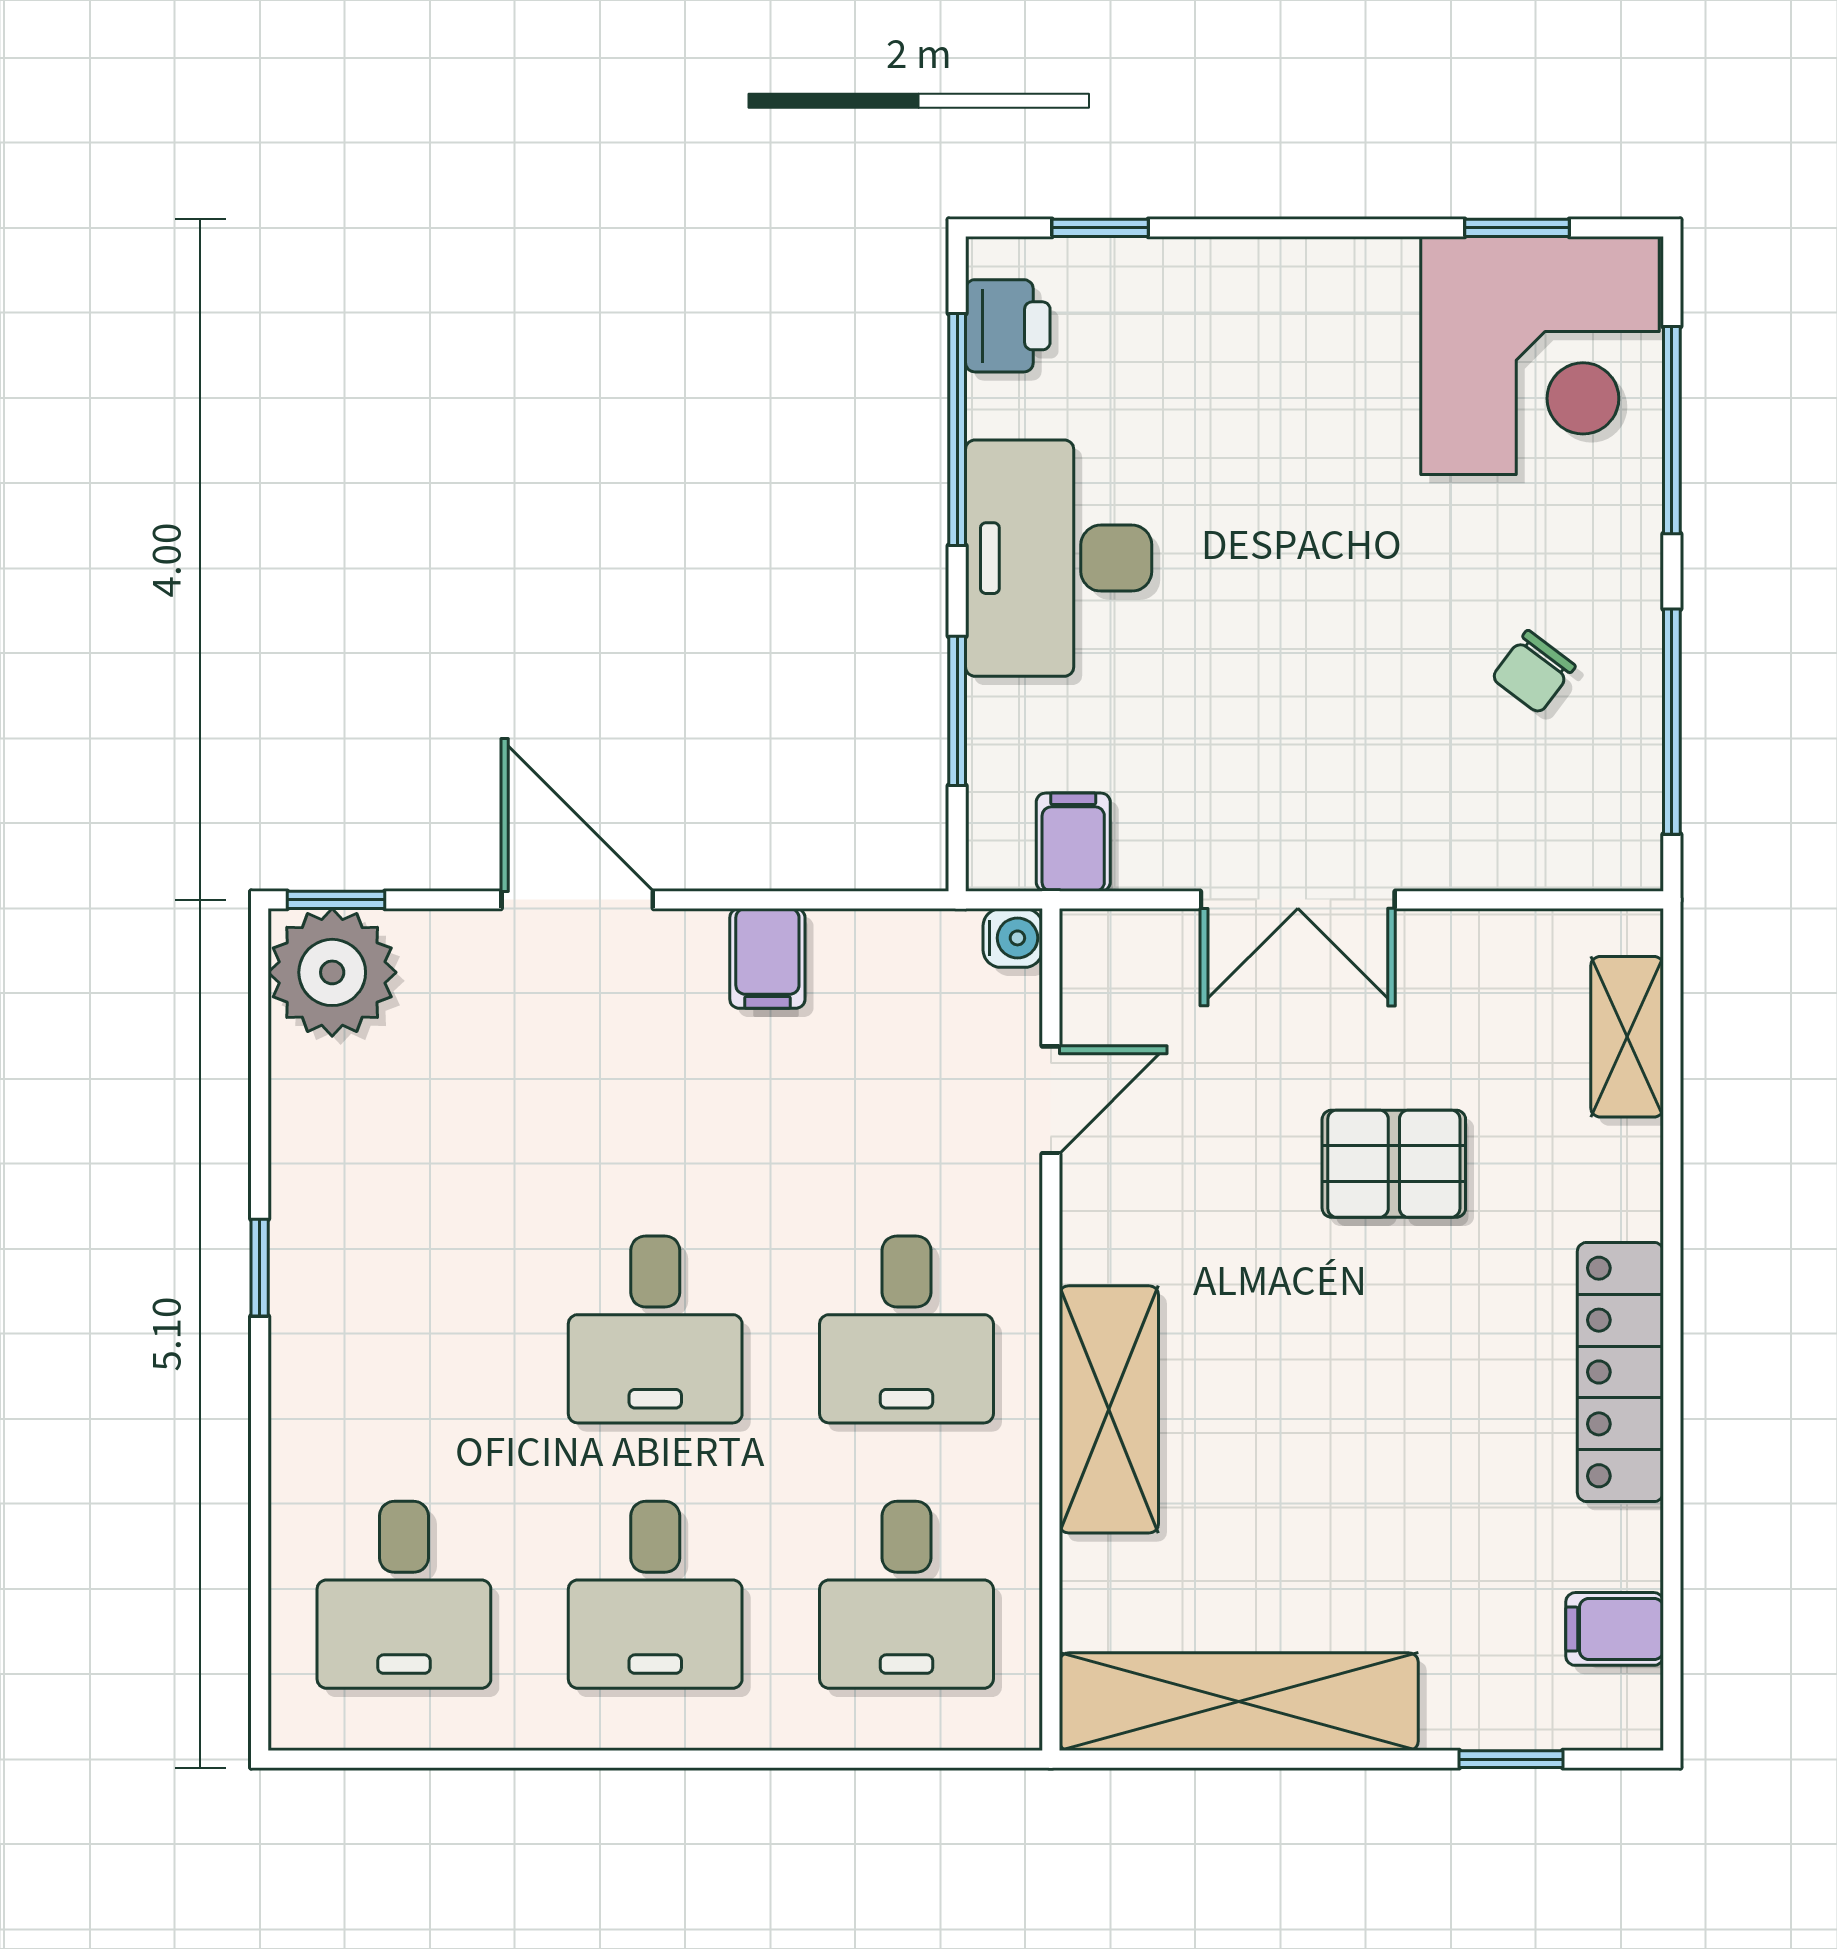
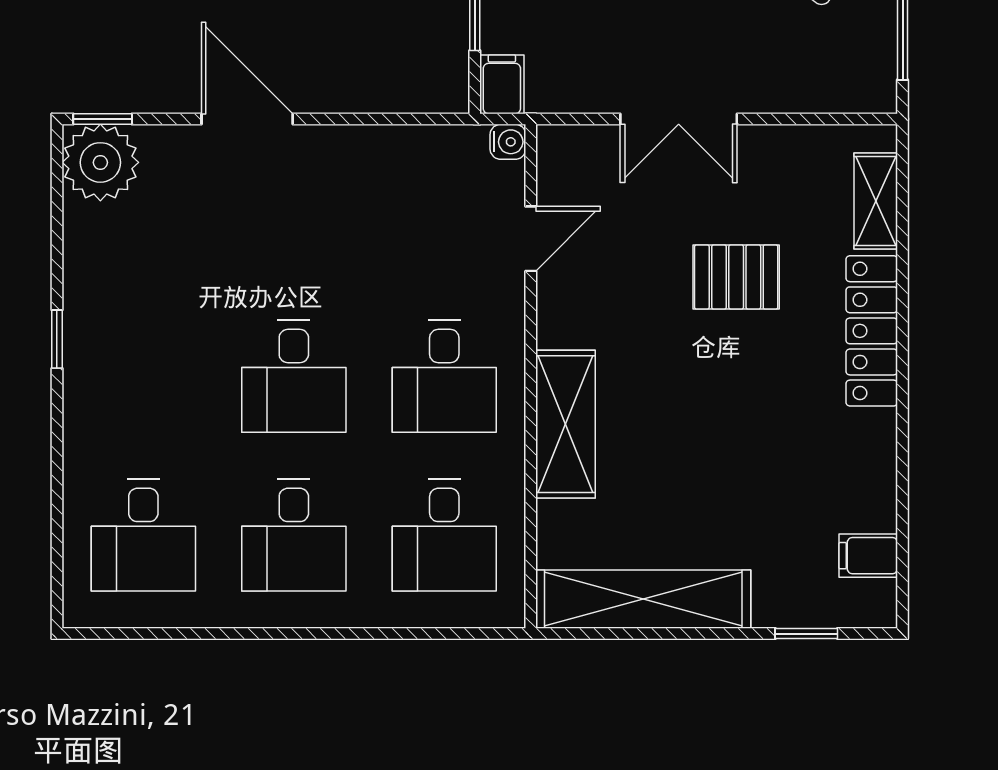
filing cabinet: (1073, 842) -> (502, 84), moved
filing cabinet: (767, 958) -> (361, 154), removed
locker: (1620, 1372) -> (872, 331), moved

